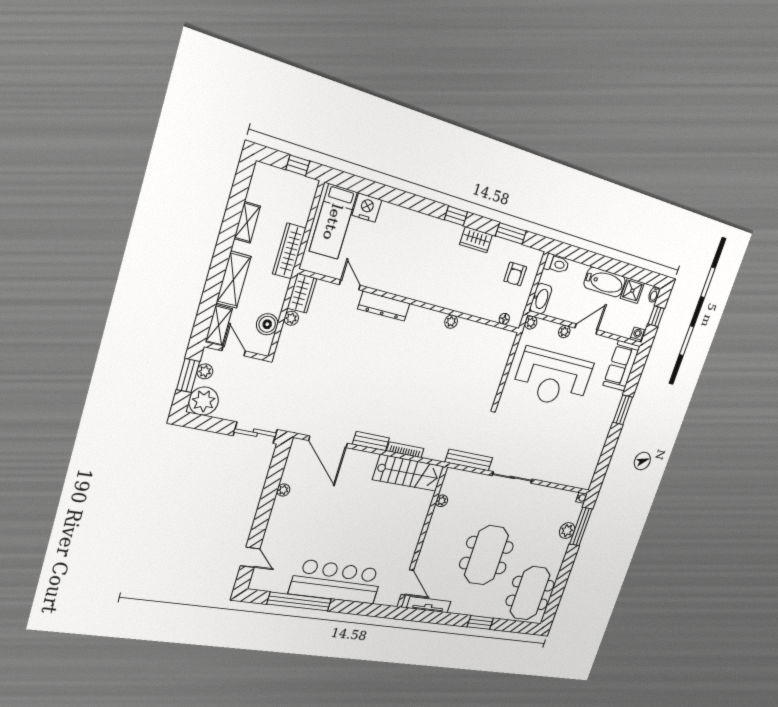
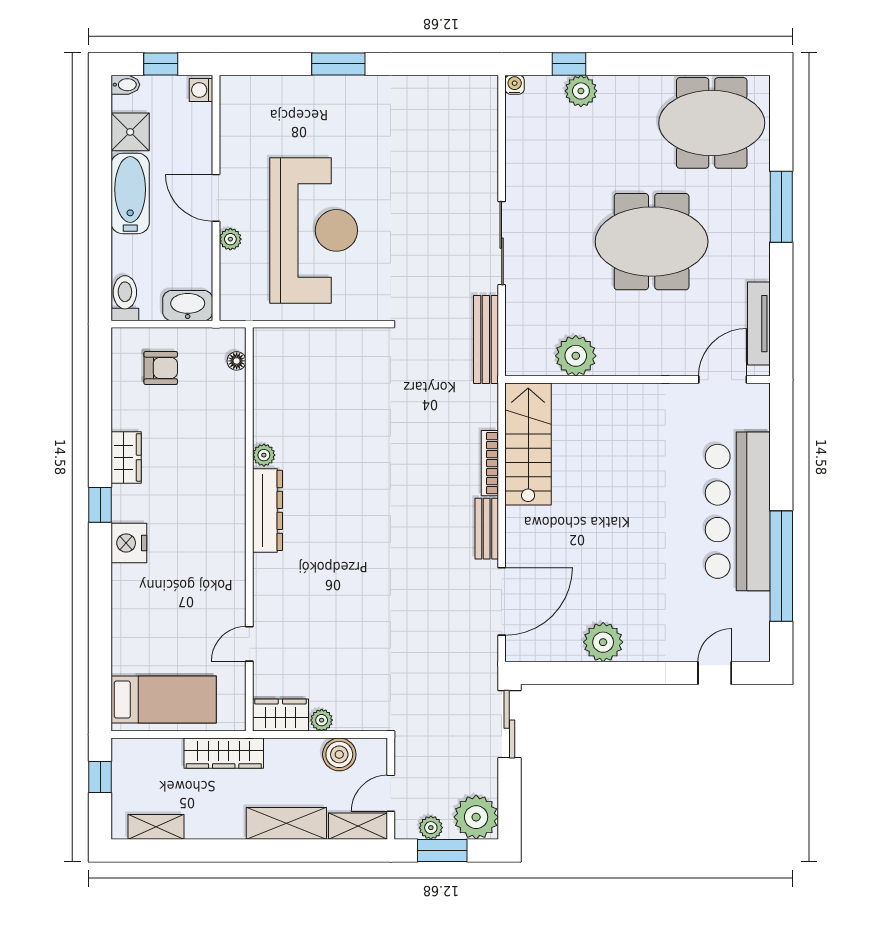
nightstand: (367, 208) -> (129, 543), moved
shelving: (247, 222) -> (156, 827), moved
window: (511, 233) -> (100, 400), removed
dresser: (384, 306) -> (268, 510), moved
plant: (531, 323) -> (231, 309), removed
sofa: (621, 366) -> (262, 100), removed
plant: (283, 490) -> (603, 642), width x1.87, depth x1.87
plant: (442, 501) -> (576, 356), width x1.88, depth x1.88
window: (581, 527) -> (569, 64), width x0.46
window: (480, 622) -> (781, 207), width x1.44

